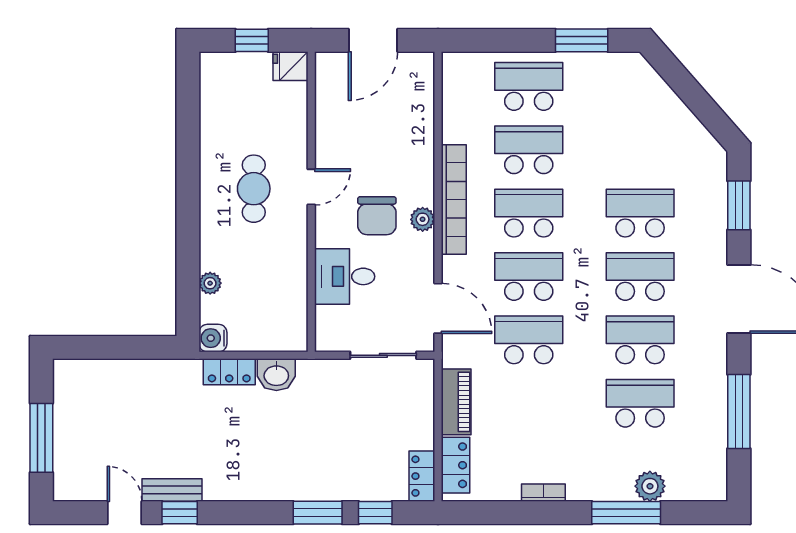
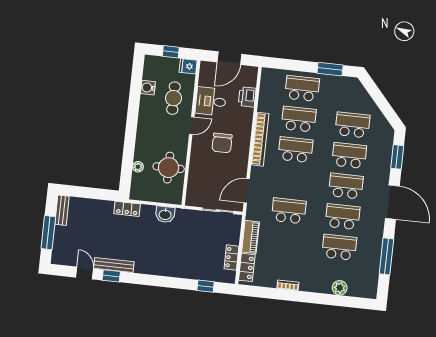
printer: (418, 116) -> (247, 97), added
cafe table: (254, 189) -> (174, 98), moved
plant: (423, 219) -> (244, 147), removed
desk: (345, 276) -> (211, 101), moved
school desk: (529, 276) -> (352, 125), moved
round table: (273, 278) -> (169, 168), added
door: (438, 308) -> (247, 191), swing flipped
water cooler: (213, 338) -> (148, 88), moved
locker: (229, 372) -> (127, 209), moved
bench: (64, 389) -> (62, 210), added
locker: (422, 476) -> (231, 257), moved
bench: (172, 490) -> (114, 265), width x1.36
window: (318, 513) -> (178, 283), removed
window: (626, 513) -> (327, 299), removed

